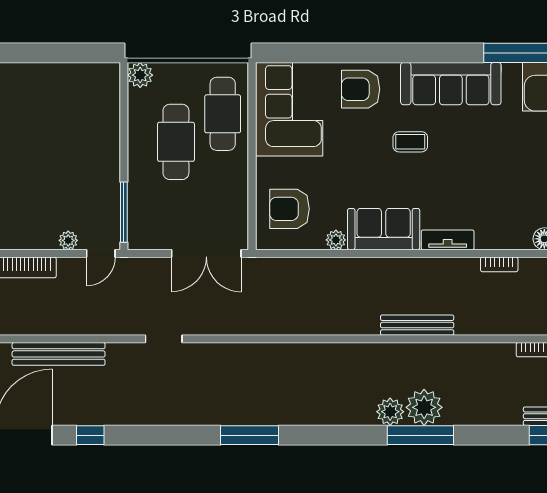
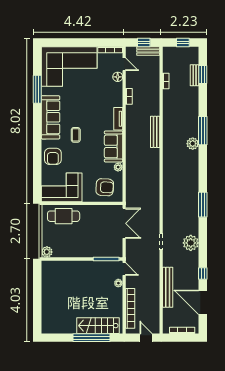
cafe table: (176, 142) -> (76, 236), removed
armchair: (289, 209) -> (105, 187), turned -87
plant: (424, 407) -> (191, 243), moved

